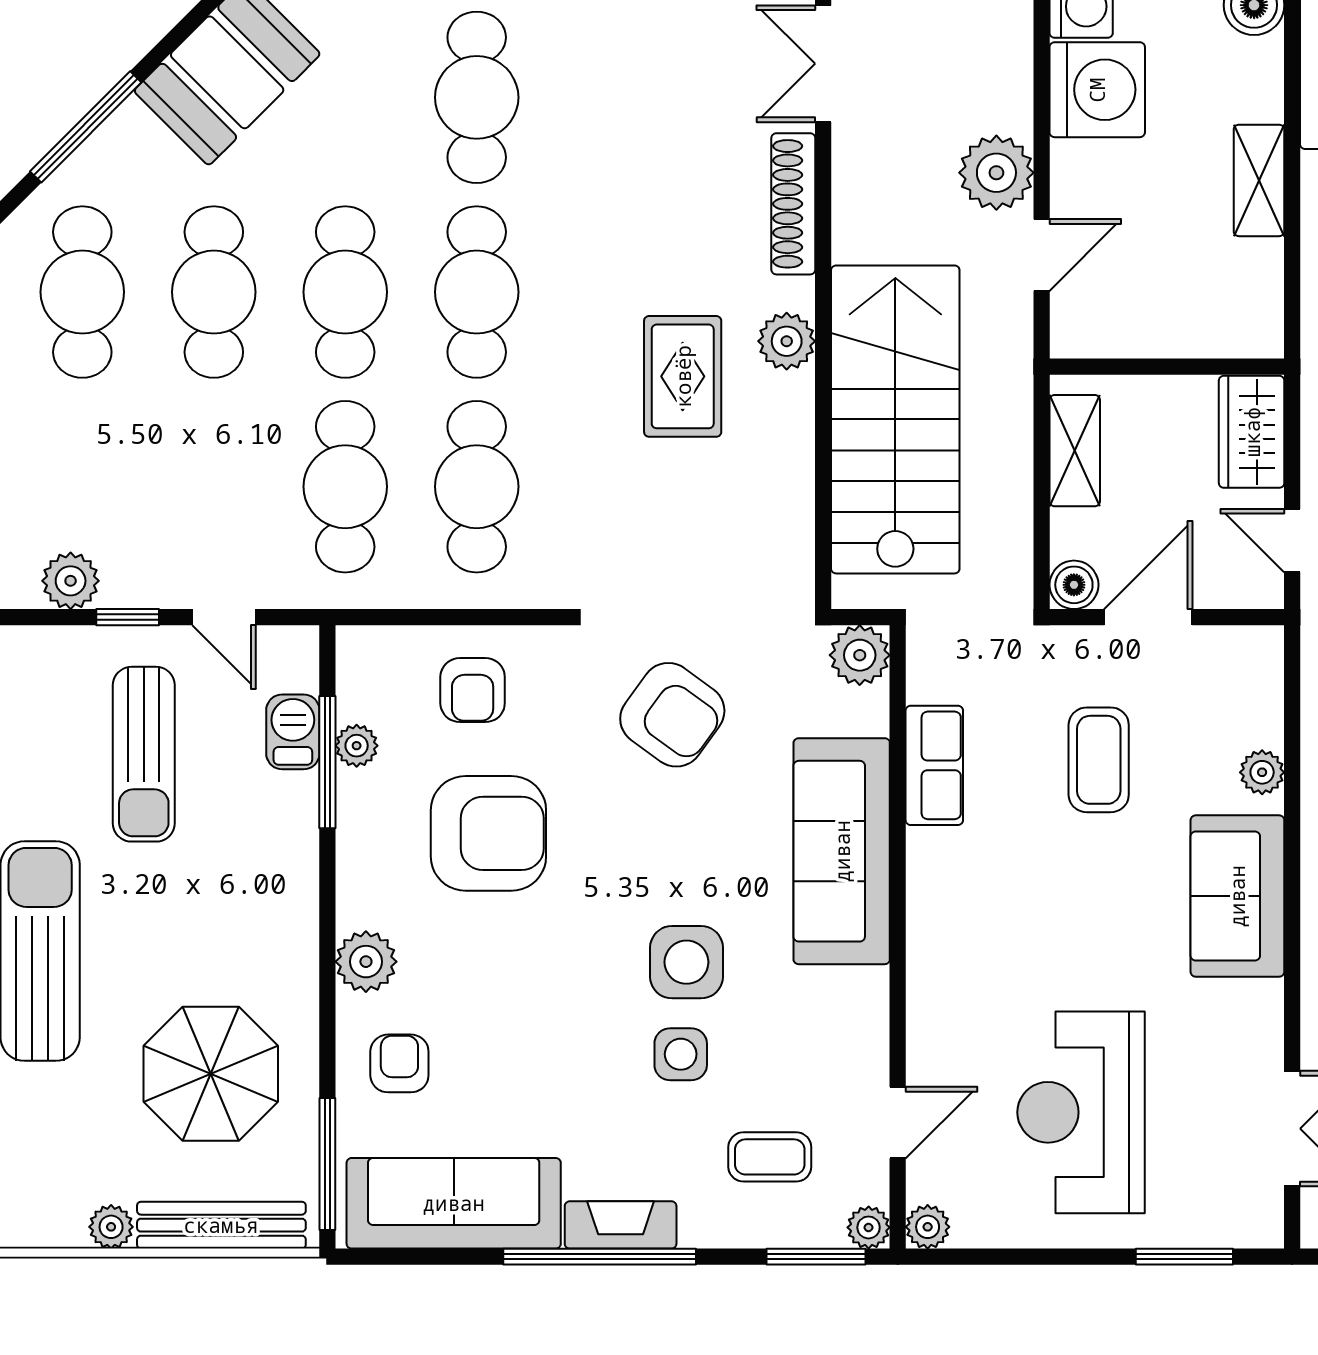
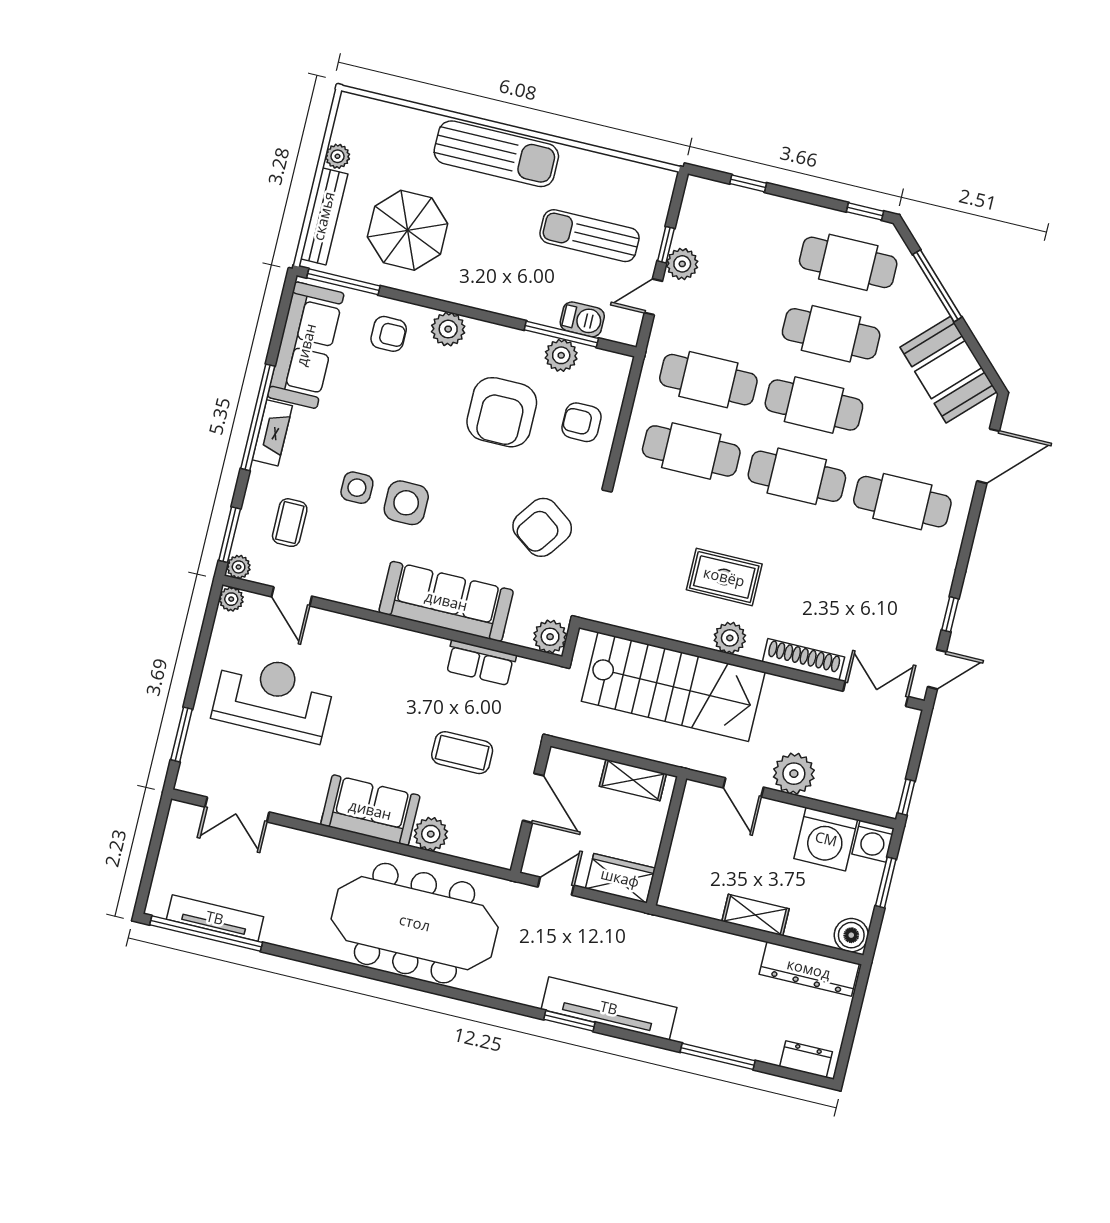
plant: (71, 581) -> (682, 264), moved
boiler: (1074, 585) -> (560, 762), removed
plant: (357, 746) -> (561, 355), width x1.38, depth x1.38
plant: (1262, 772) -> (431, 834), width x1.38, depth x1.38

